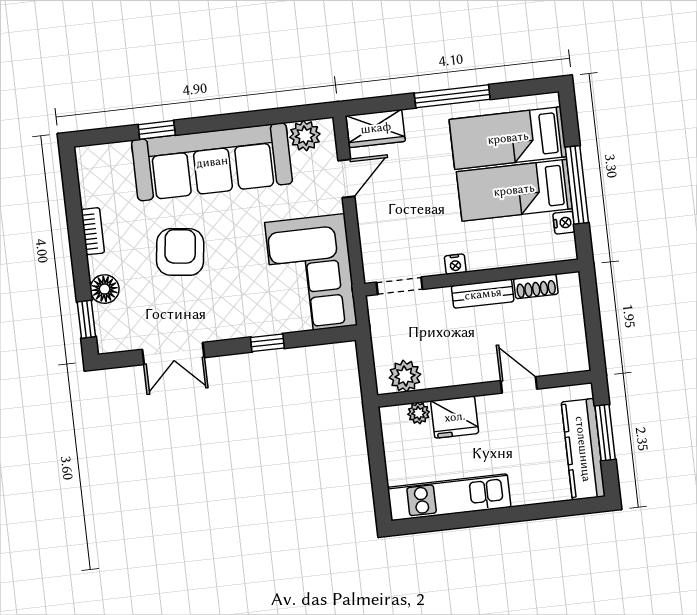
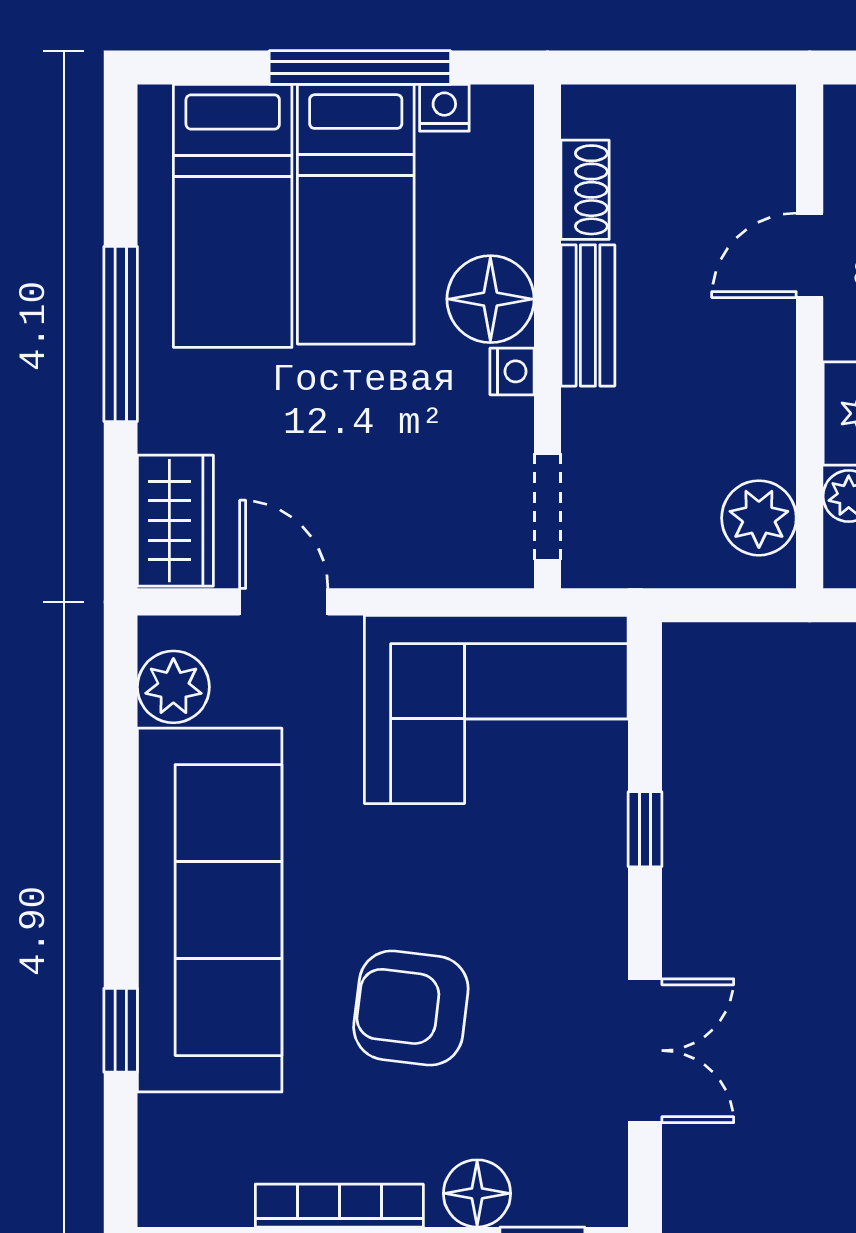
bookcase: (93, 231) -> (339, 1206), width x1.56
floor lamp: (485, 252) -> (490, 299), added

